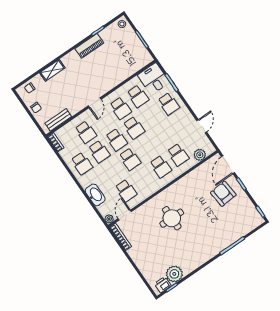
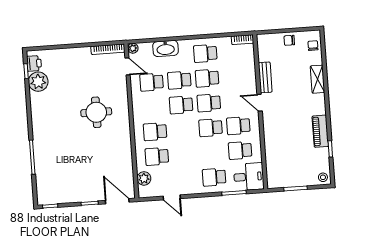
bench: (58, 120) -> (265, 77), moved
school desk: (86, 132) -> (179, 80), moved
armchair: (223, 194) -> (90, 179), removed

